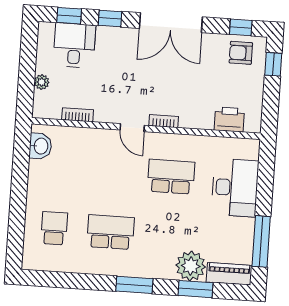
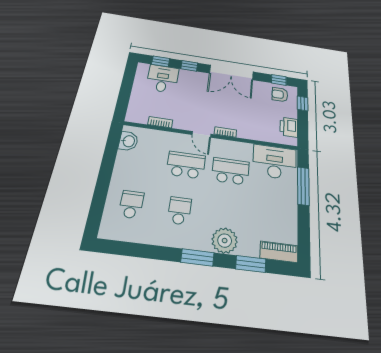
plant: (42, 82) -> (135, 99), removed
printer: (229, 119) -> (289, 127), moved, turned -90
school desk: (115, 173) -> (186, 165), added
desk: (235, 188) -> (275, 162), moved, turned -90
school desk: (111, 232) -> (179, 211), width x0.54
window: (261, 241) -> (303, 186), moved
plant: (191, 266) -> (225, 241), moved

